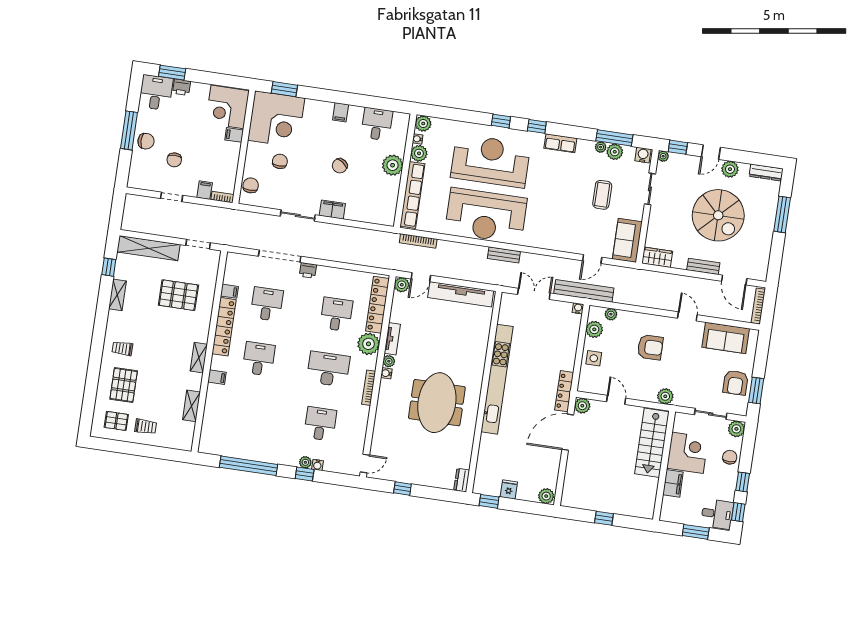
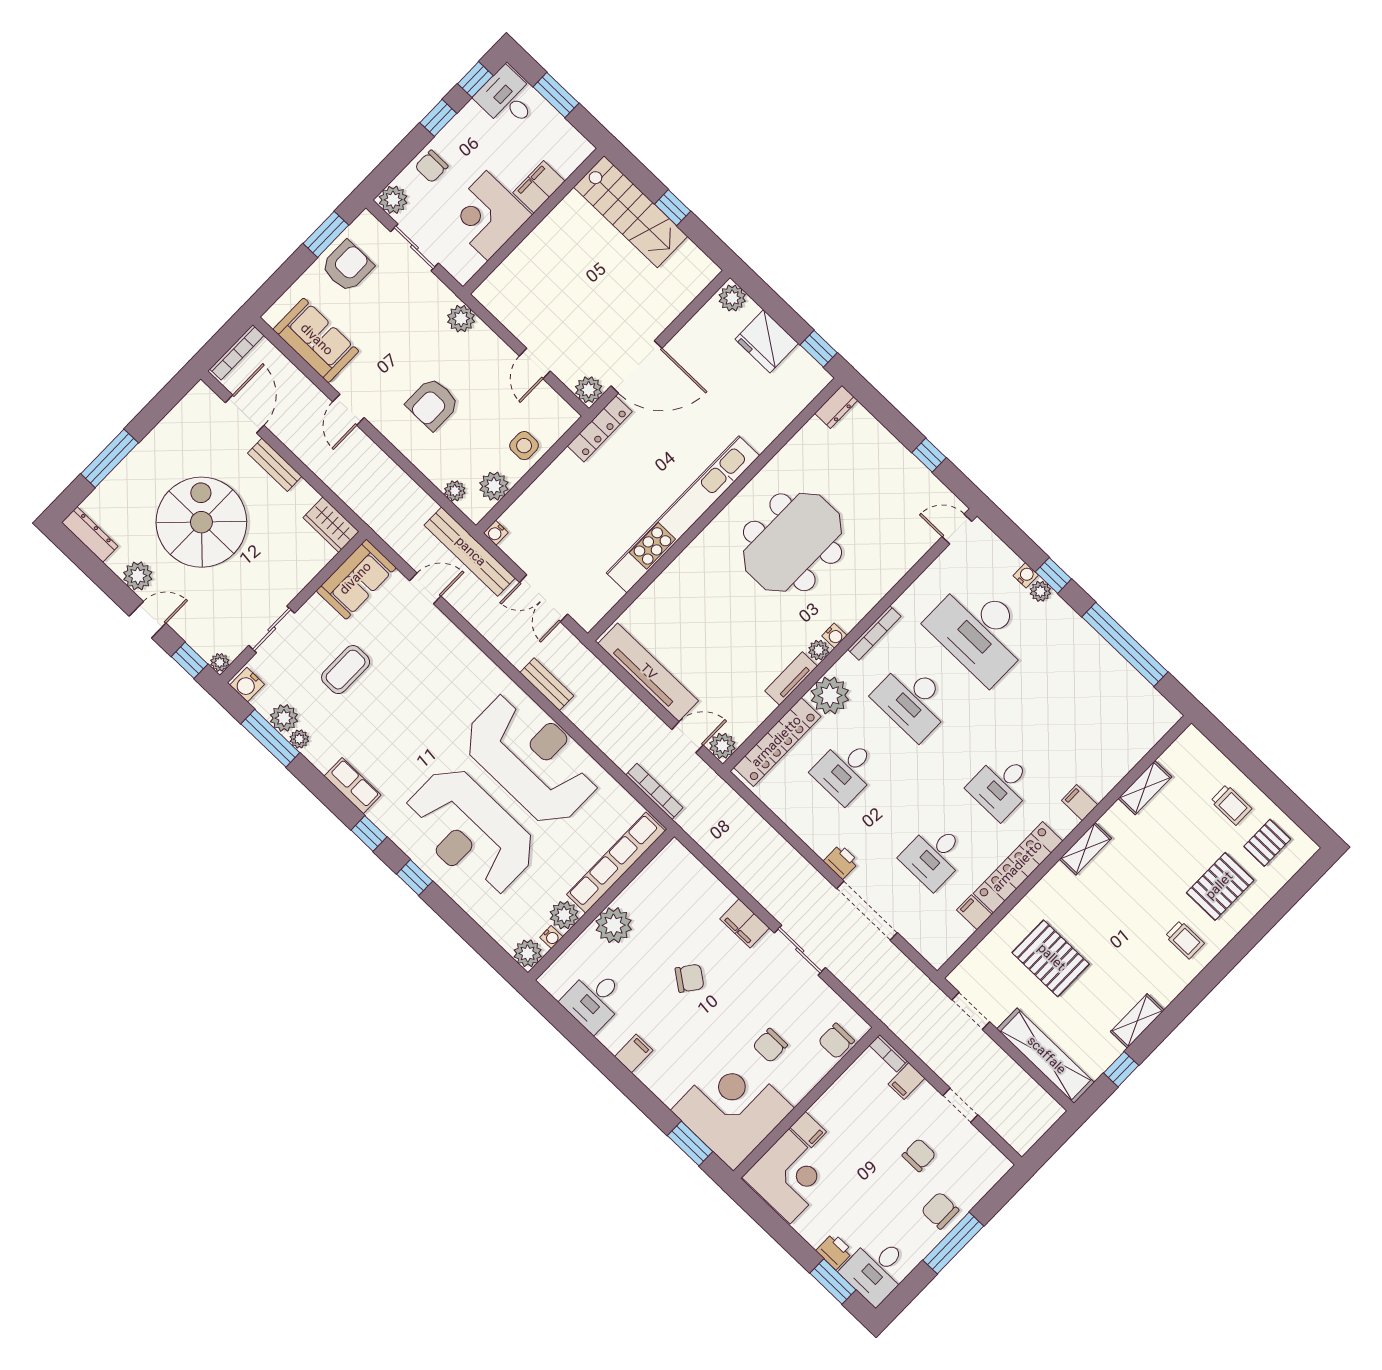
armchair: (650, 347) -> (433, 404), turned -90
pallet: (116, 421) -> (1267, 843), turned 90
desk: (320, 424) -> (980, 631), width x1.87, depth x1.30
trolley: (146, 427) -> (1231, 805), turned 180
stairs: (652, 443) -> (631, 212), moved, turned 90
fridge: (509, 490) -> (767, 341), width x1.88, depth x1.34

